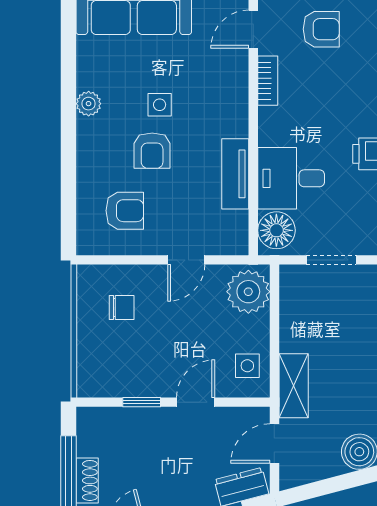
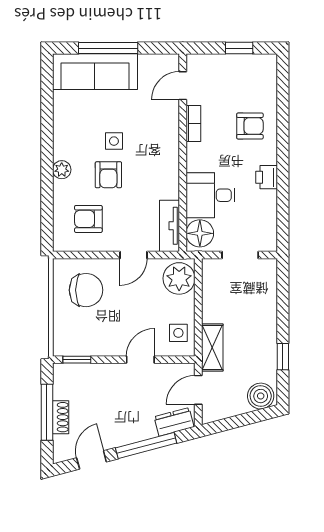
armchair: (321, 29) -> (250, 126), moved
plant: (89, 104) -> (62, 170), moved
tv unit: (235, 174) -> (170, 226), moved
armchair: (125, 211) -> (88, 219), turned 180
chair: (122, 308) -> (86, 290), width x1.87, depth x1.87
window: (142, 402) -> (77, 360), moved

